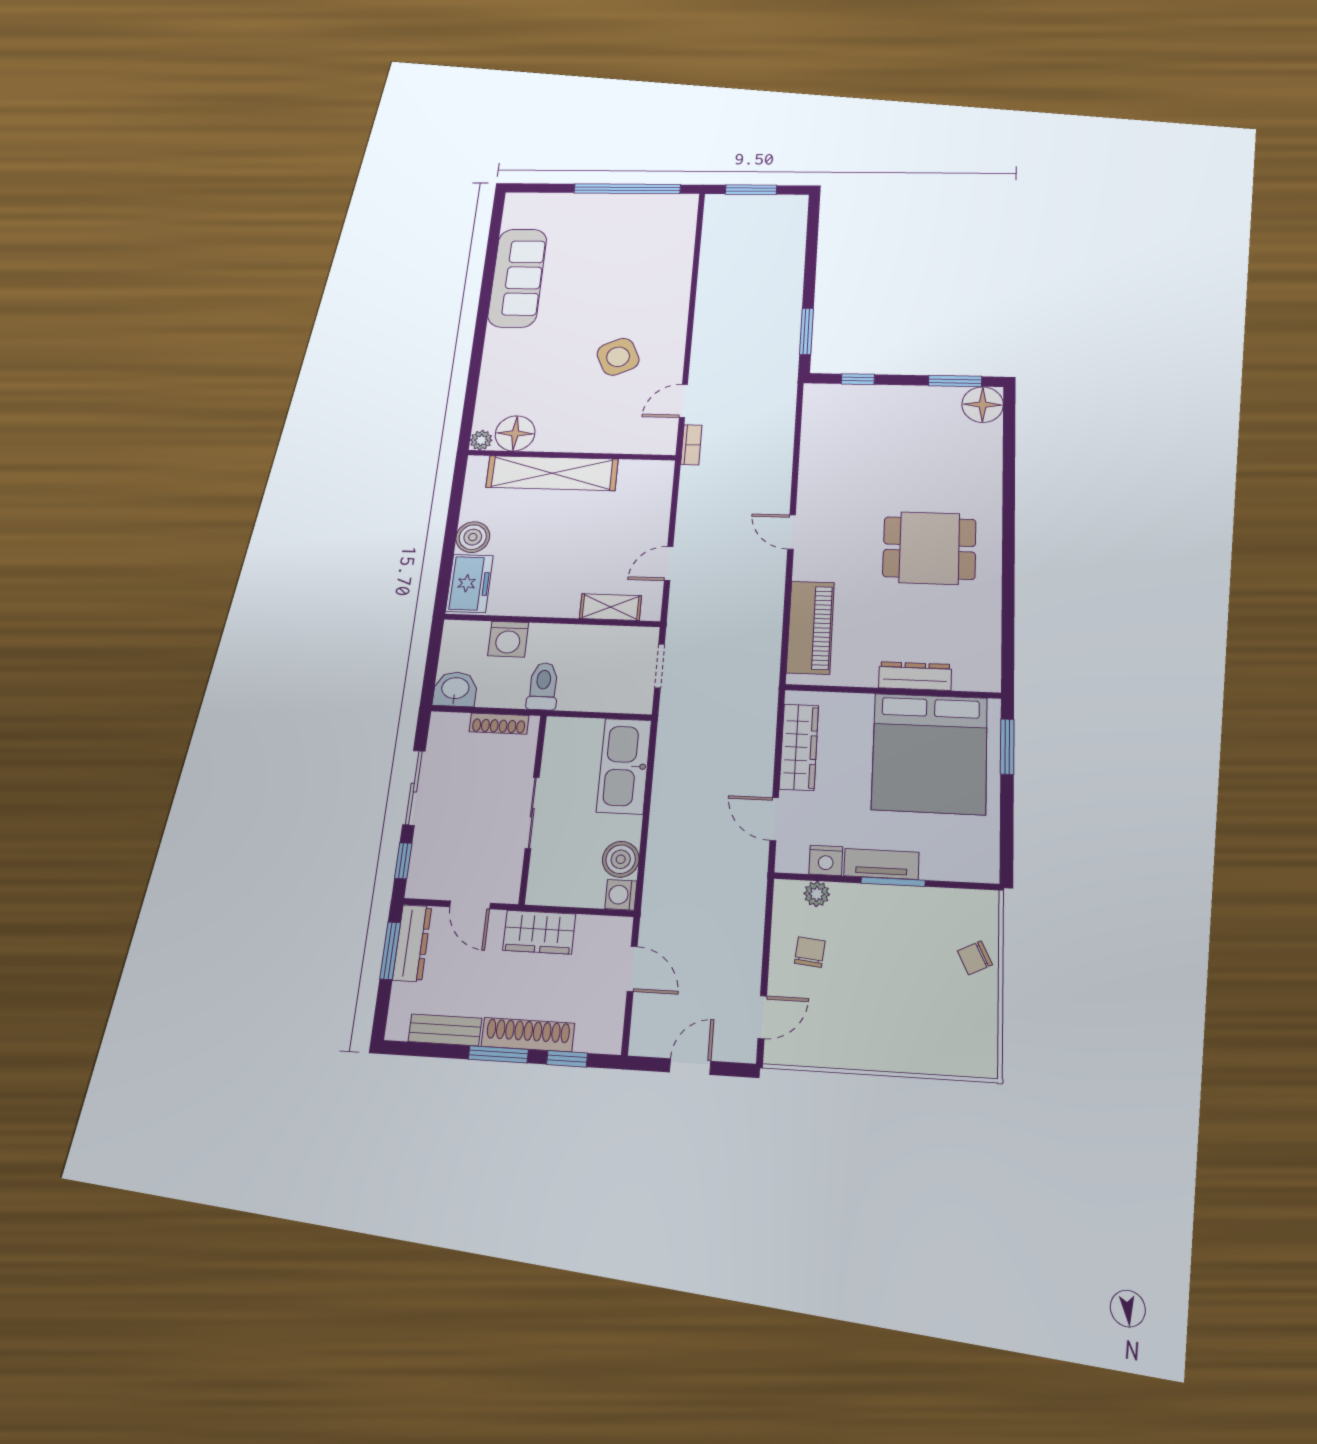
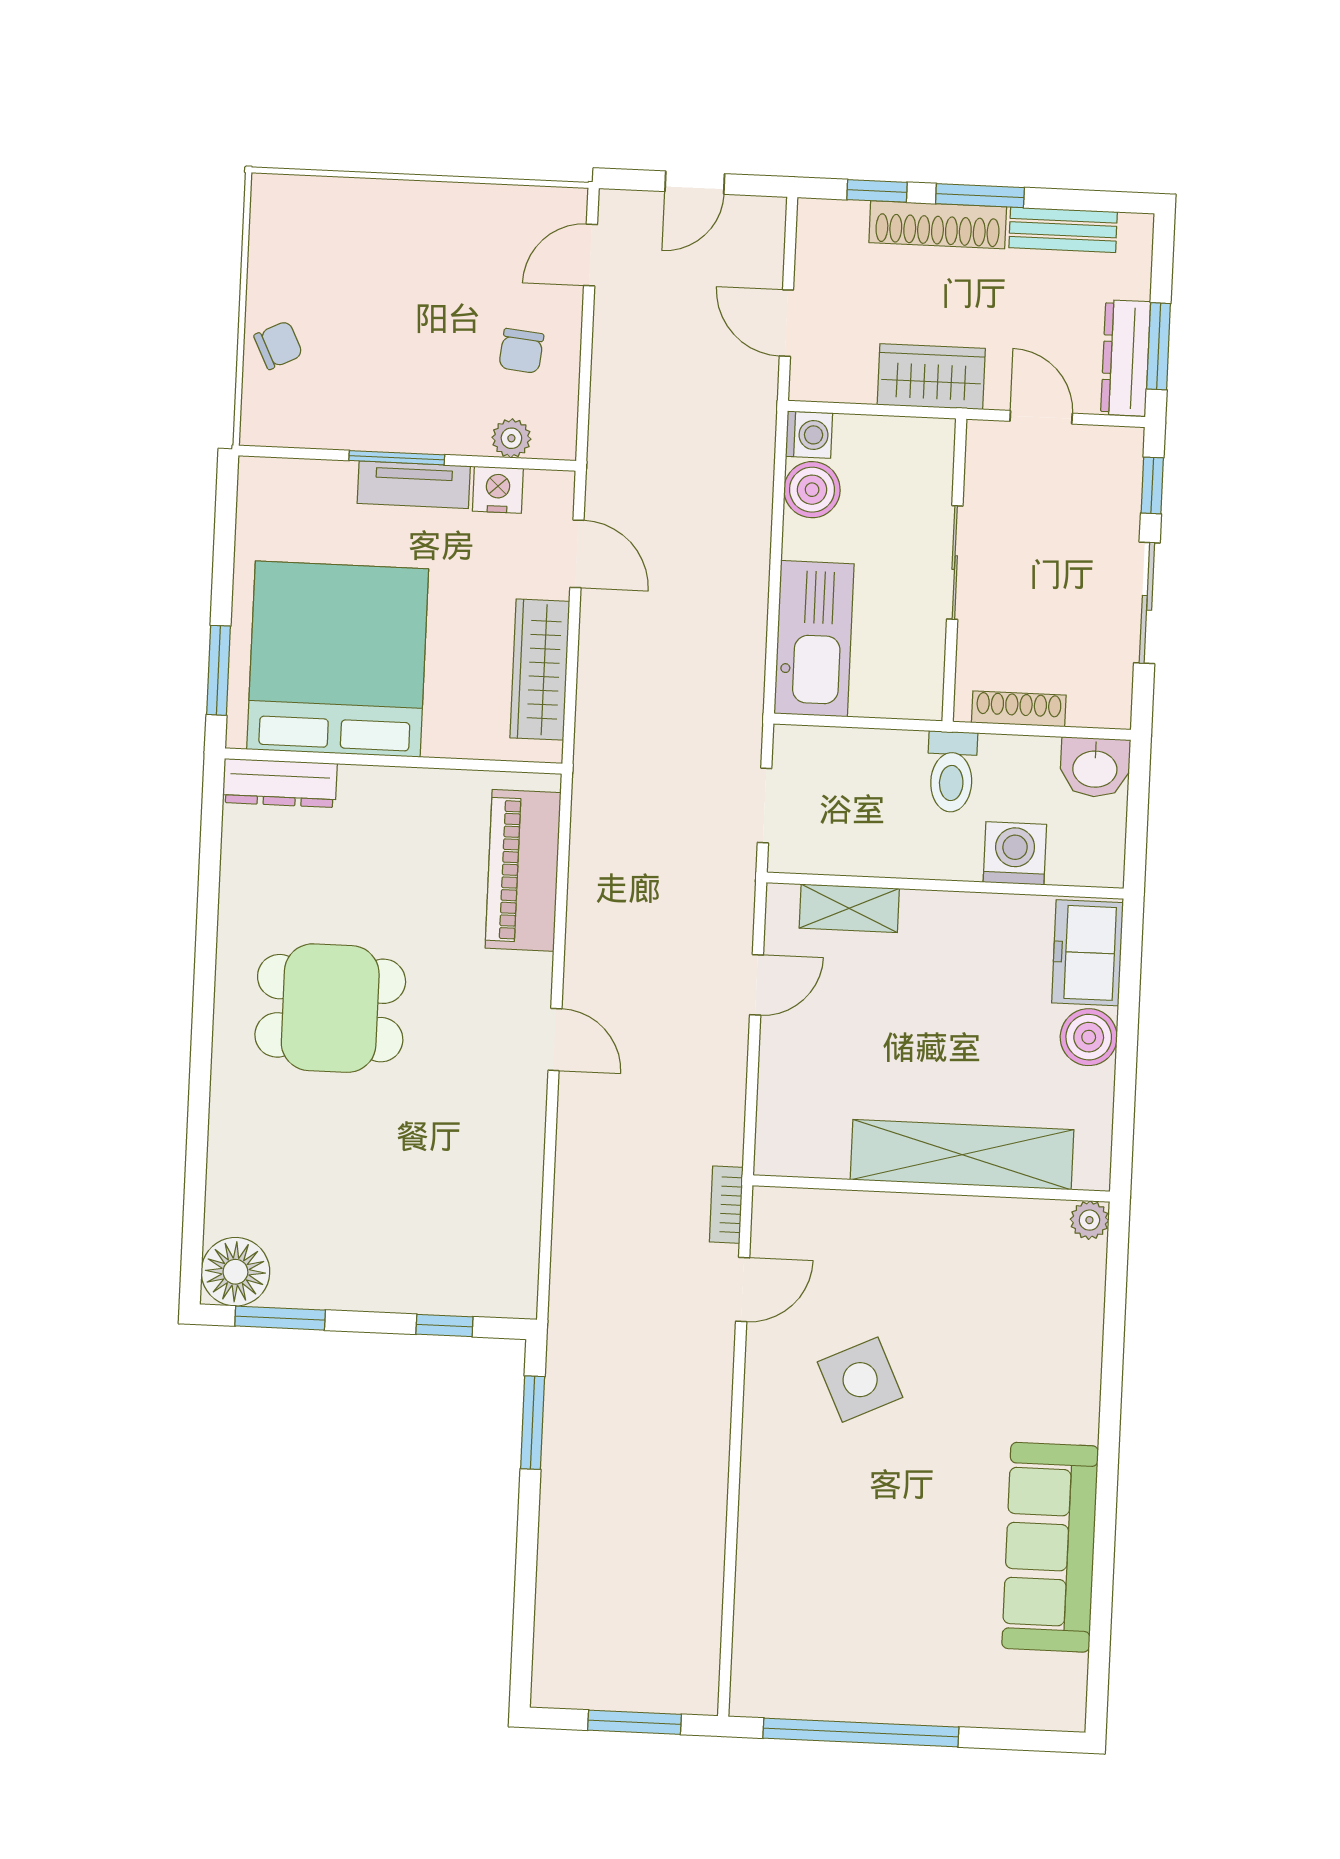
floor lamp: (515, 433) -> (1031, 1232), removed
dresser: (915, 676) -> (280, 783), moved

